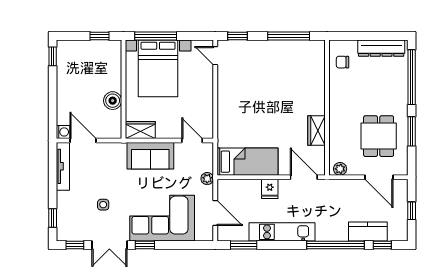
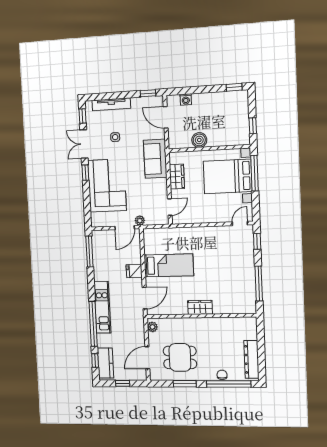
chair: (342, 62) -> (222, 375), moved
wardrobe: (140, 130) -> (177, 177), moved
wardrobe: (316, 130) -> (200, 307), moved
washing machine: (63, 132) -> (186, 99), moved
door: (83, 140) -> (166, 117), swing flipped
sofa: (150, 156) -> (155, 159), moved
bed: (248, 162) -> (169, 265), moved, turned -90
tv unit: (63, 166) -> (111, 104), moved
door: (215, 213) -> (125, 228), moved
window: (53, 218) -> (148, 93), moved
kitchen counter: (368, 231) -> (105, 363), moved
kitchen unit: (282, 232) -> (102, 307), moved
window: (244, 245) -> (89, 251), width x1.44

